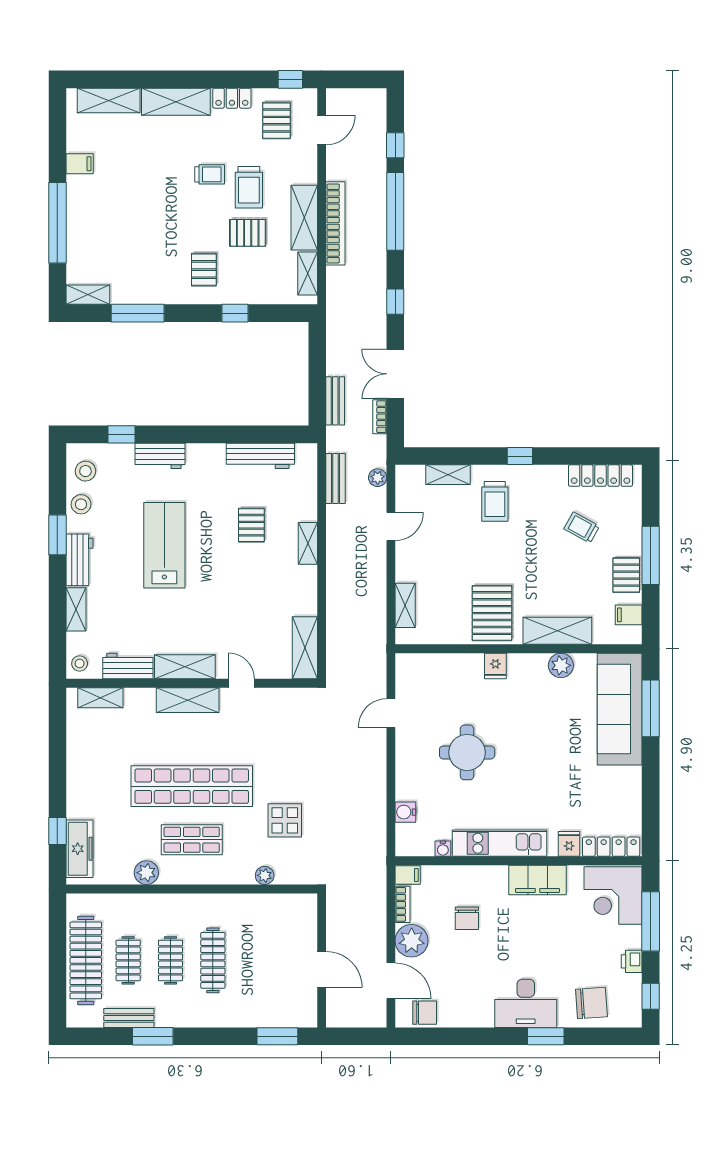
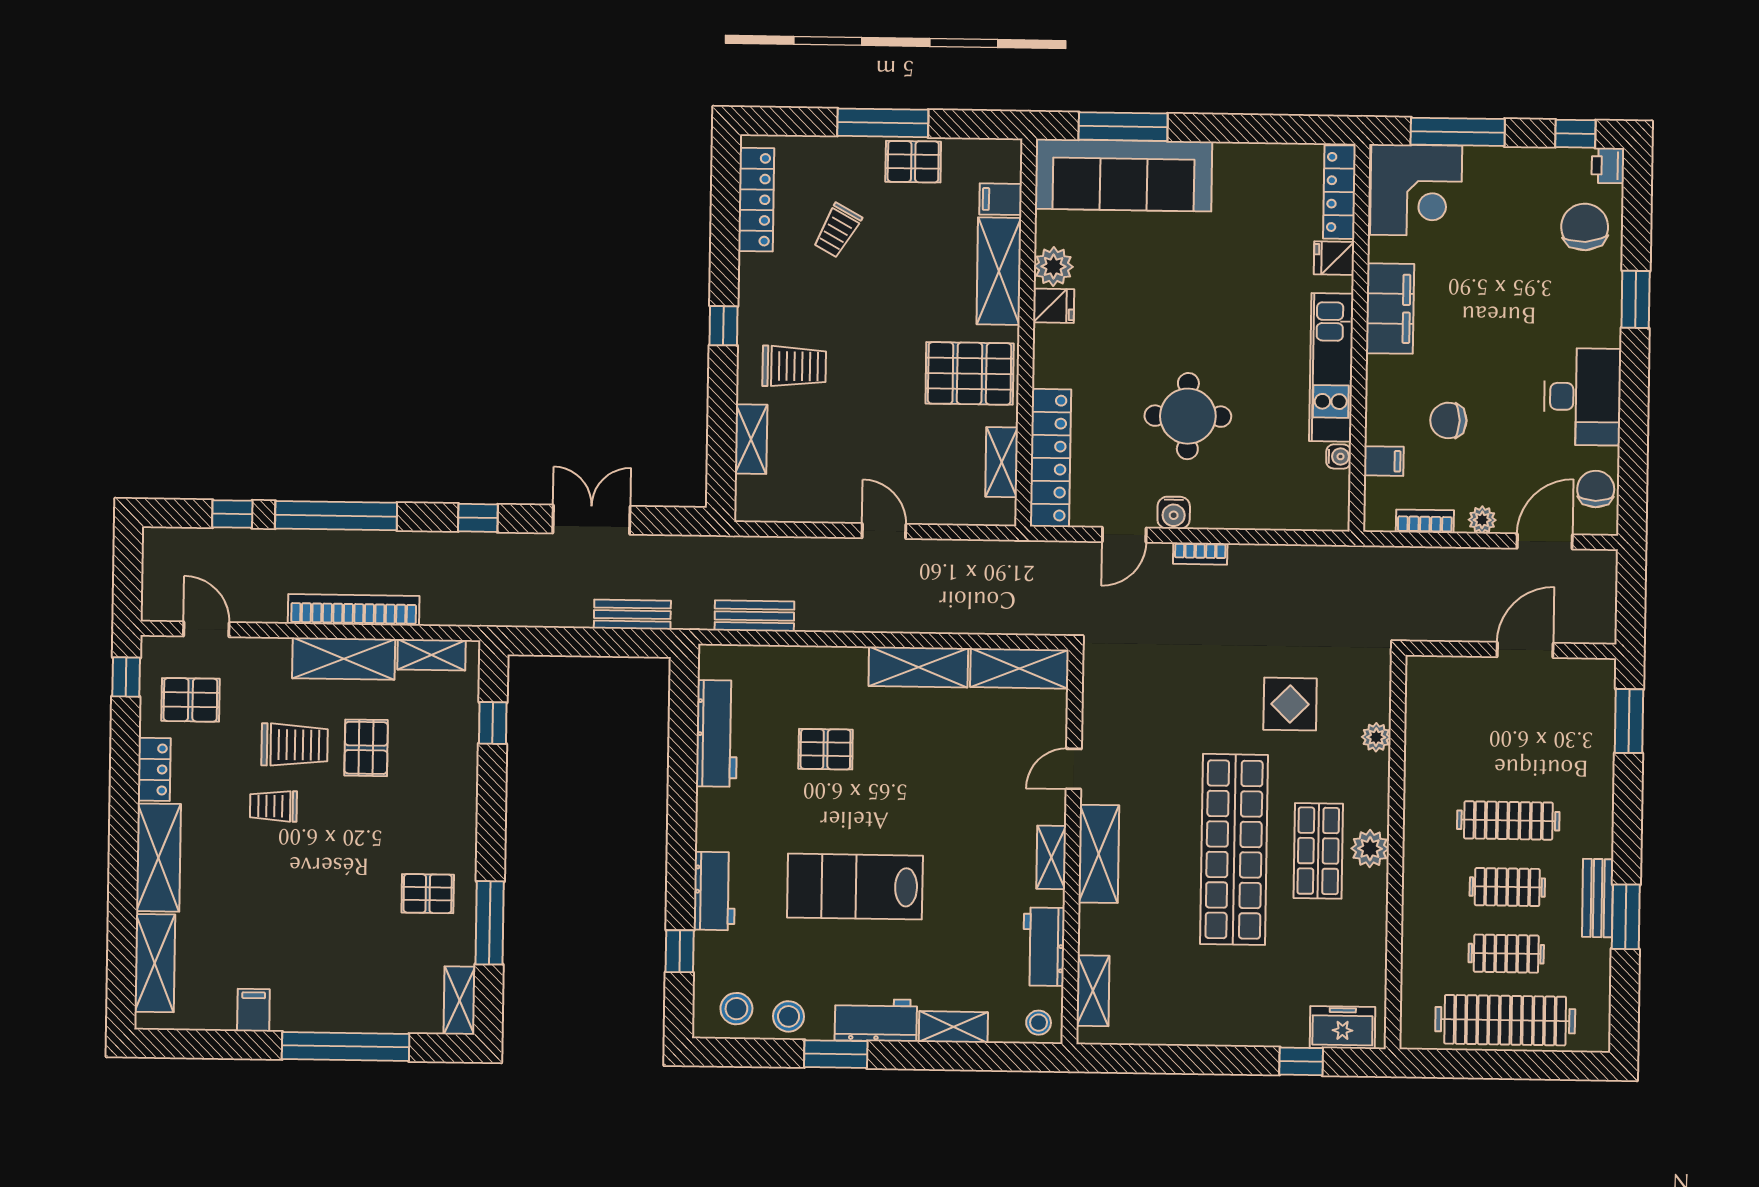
trolley: (210, 174) -> (273, 806), turned -90
pallet: (204, 270) -> (428, 894), moved
window: (235, 313) -> (493, 723), moved
double door: (395, 374) -> (591, 520), swing flipped
bookcase: (380, 417) -> (1200, 554), moved
plant: (378, 478) -> (754, 550), removed
door: (391, 526) -> (884, 531), moved
shelving: (308, 543) -> (918, 667), moved, width x1.50, depth x1.33
shelving: (405, 605) -> (1002, 462), moved, turned 90
filing cabinet: (629, 615) -> (1001, 199), moved, turned 90
locker: (439, 665) -> (1050, 458), added
fridge: (495, 666) -> (1054, 306), moved
shelving: (185, 667) -> (1051, 857), width x0.67, depth x0.75
door: (391, 713) -> (1124, 535), hinge flipped
water cooler: (405, 812) -> (1174, 513), moved
freezer: (80, 849) -> (1343, 1027), width x0.71
plant: (146, 873) -> (1370, 849), moved
filing cabinet: (408, 875) -> (1384, 461), moved, turned 90
chair: (467, 918) -> (1448, 420), turned 180
plant: (412, 941) -> (1482, 520), width x0.53, depth x0.53
printer: (632, 961) -> (1608, 166), moved, turned 90
desk: (526, 1003) -> (1582, 397), moved
bench: (129, 1018) -> (1598, 898), moved

